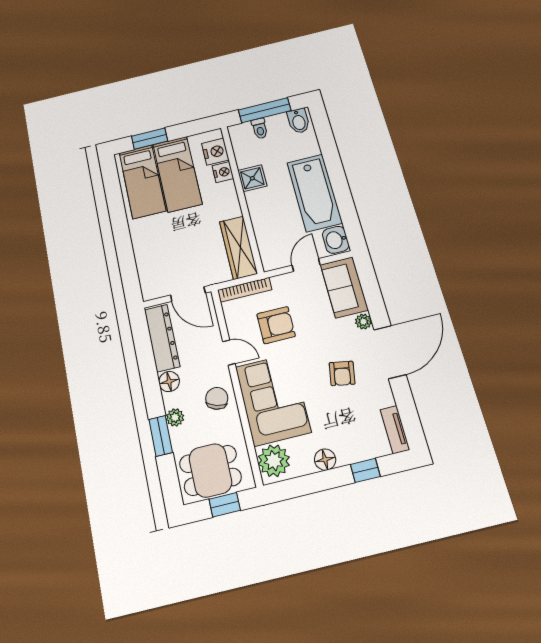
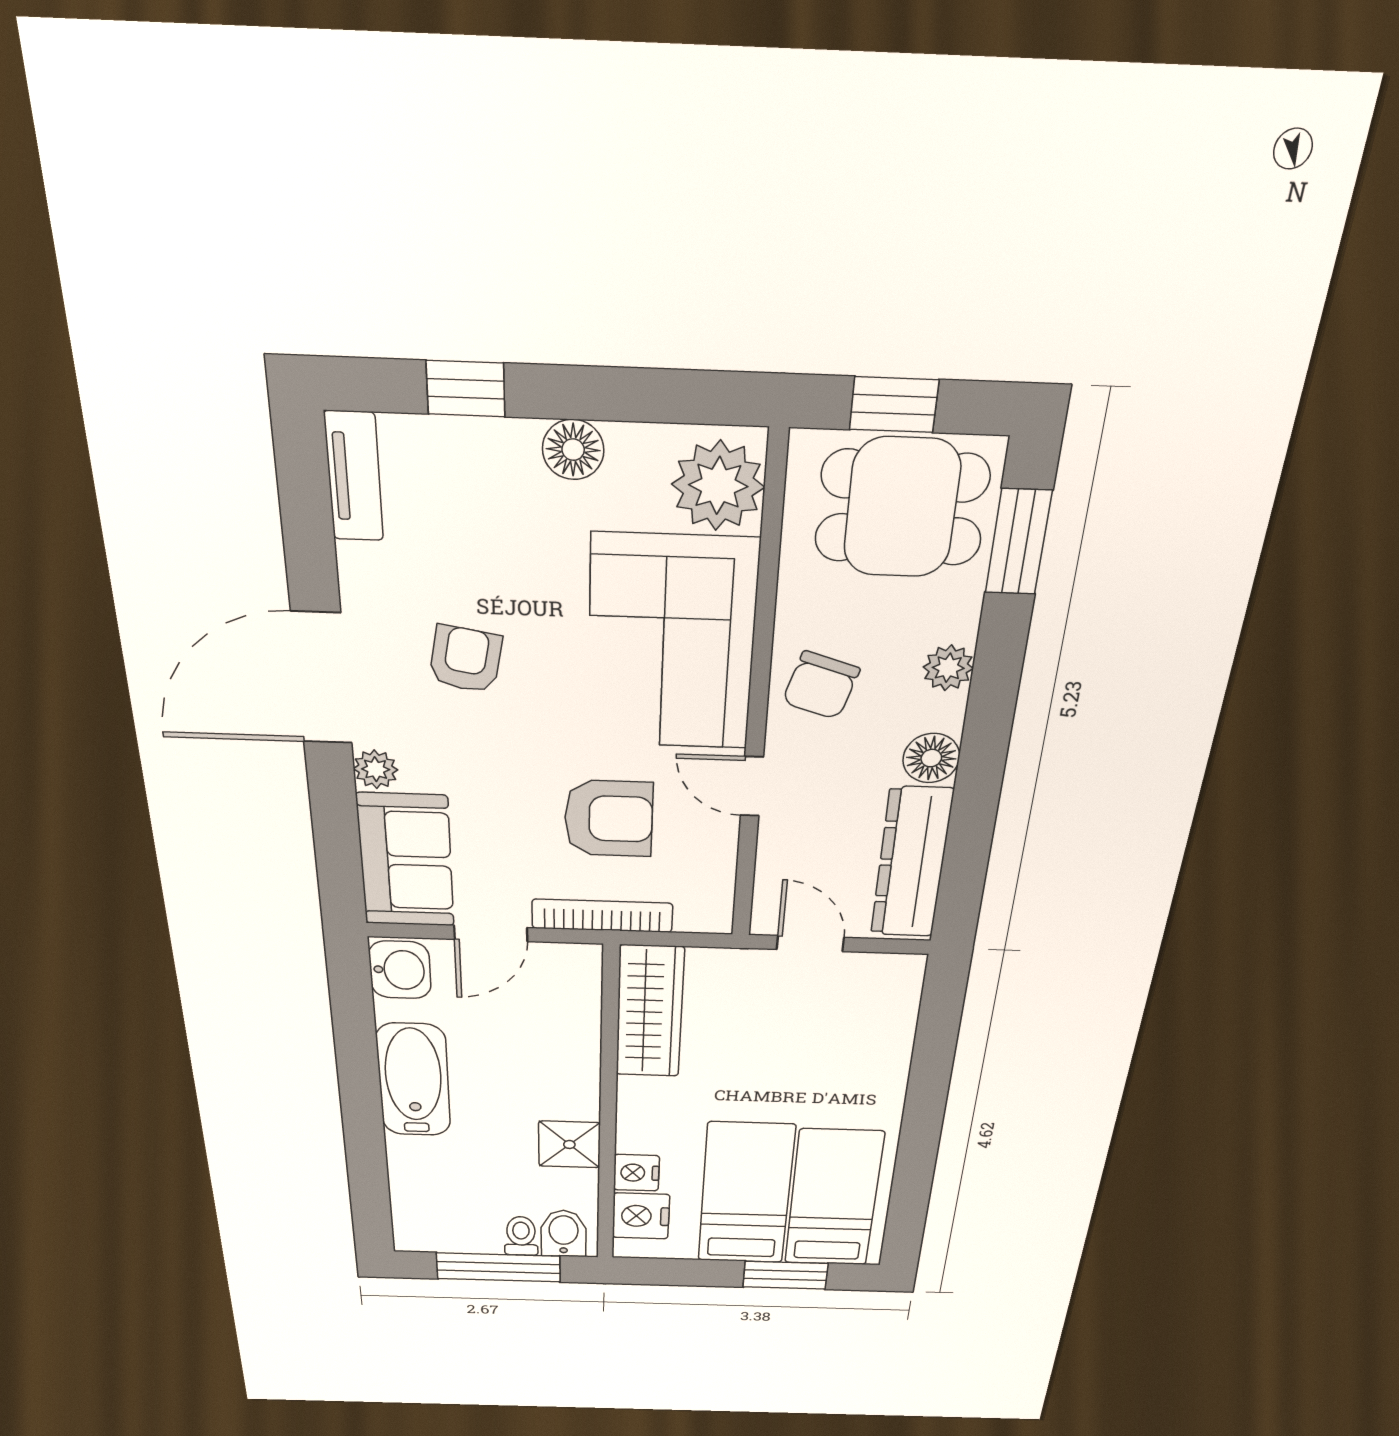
bidet: (298, 121) -> (564, 1233), moved
bathtub: (314, 193) -> (414, 1080), width x0.73, depth x0.73
bookcase: (245, 290) -> (602, 916), moved
door: (188, 294) -> (810, 943), width x0.73
armchair: (276, 325) -> (609, 819), turned 180
window: (161, 436) -> (1018, 542), moved

